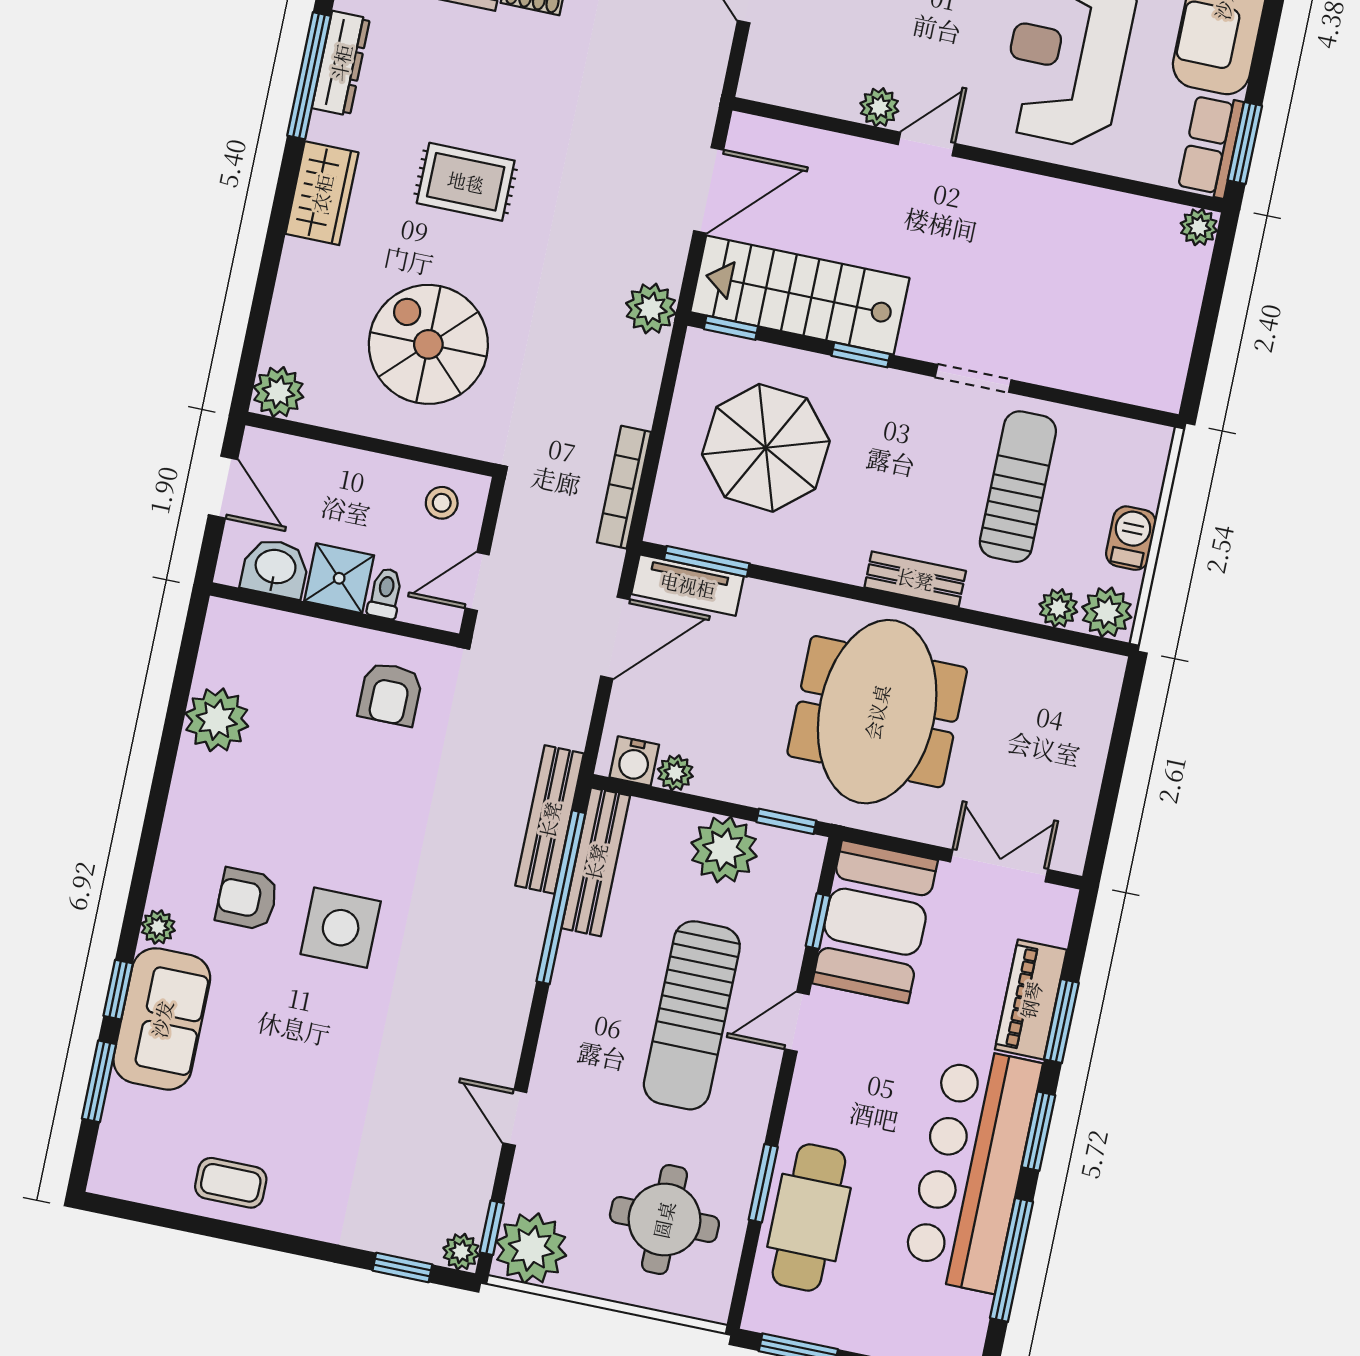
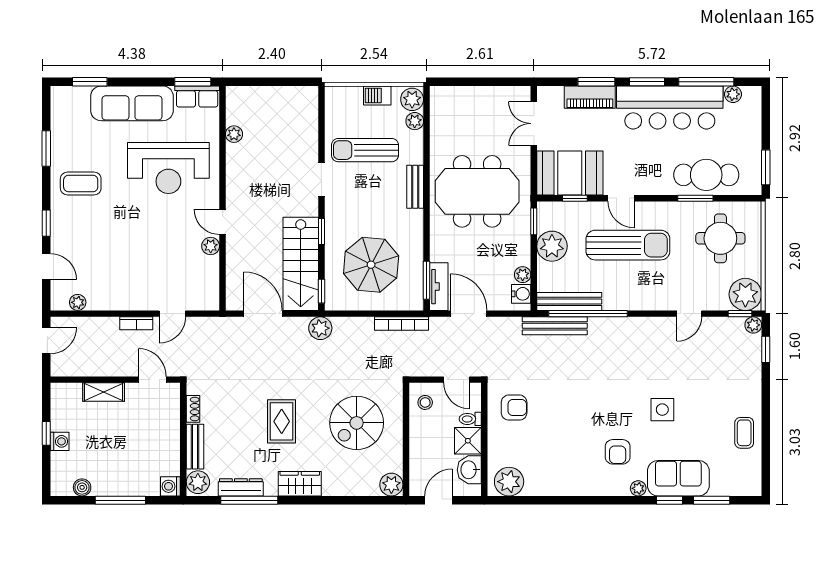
plant: (1199, 227) -> (234, 134), moved
plant: (217, 720) -> (509, 482), moved
side table: (341, 928) -> (662, 410), moved, width x0.73, depth x0.73
plant: (972, 1312) -> (733, 94), added

